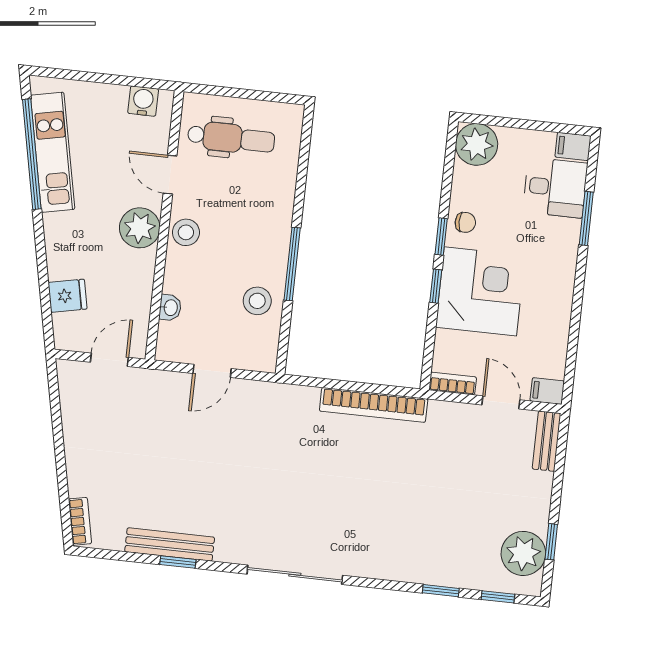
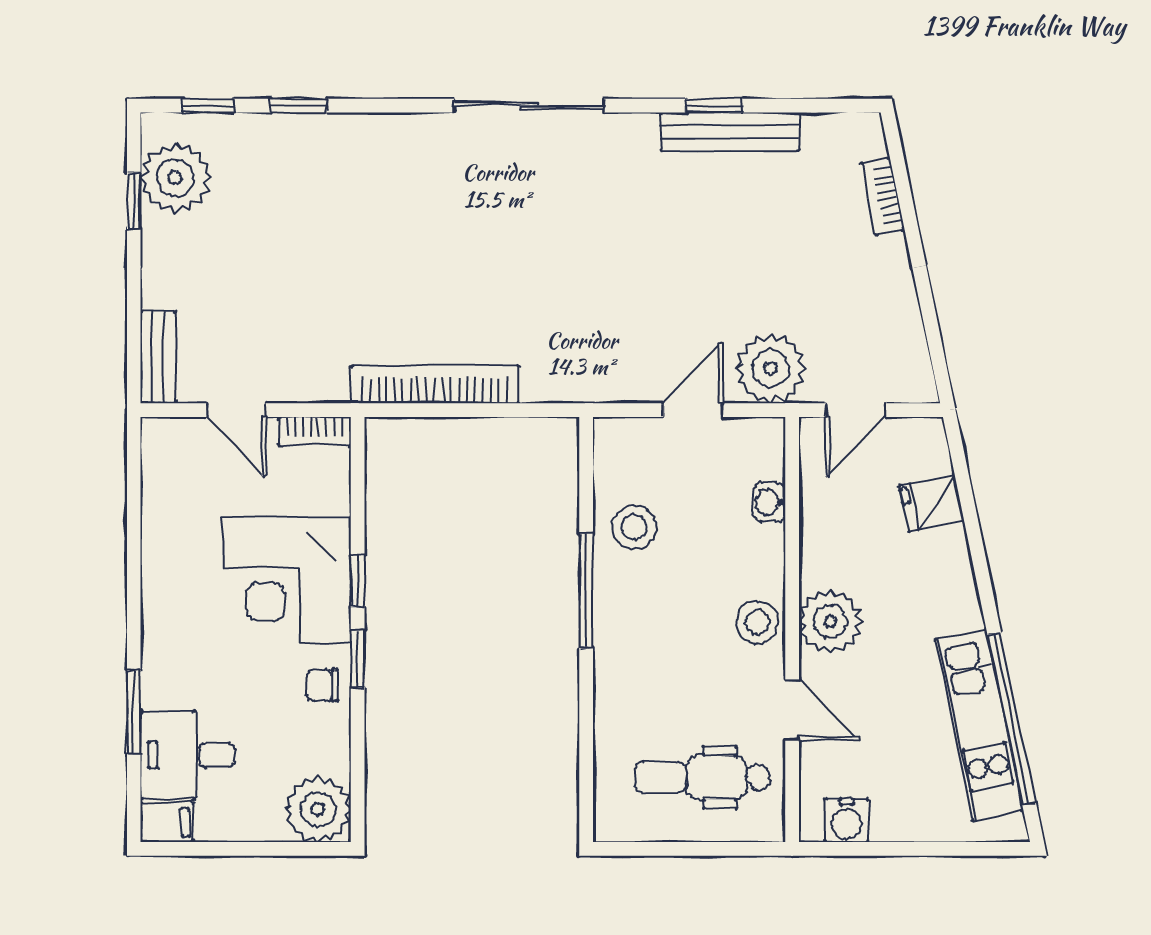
filing cabinet: (547, 391) -> (166, 436), removed
plant: (160, 392) -> (771, 368), added
bookcase: (80, 521) -> (883, 196), moved

